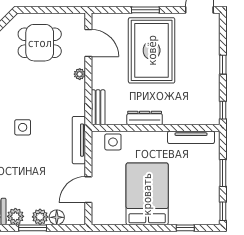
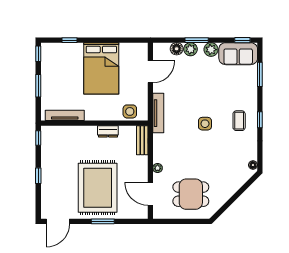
dresser: (145, 118) -> (108, 131), width x0.70

